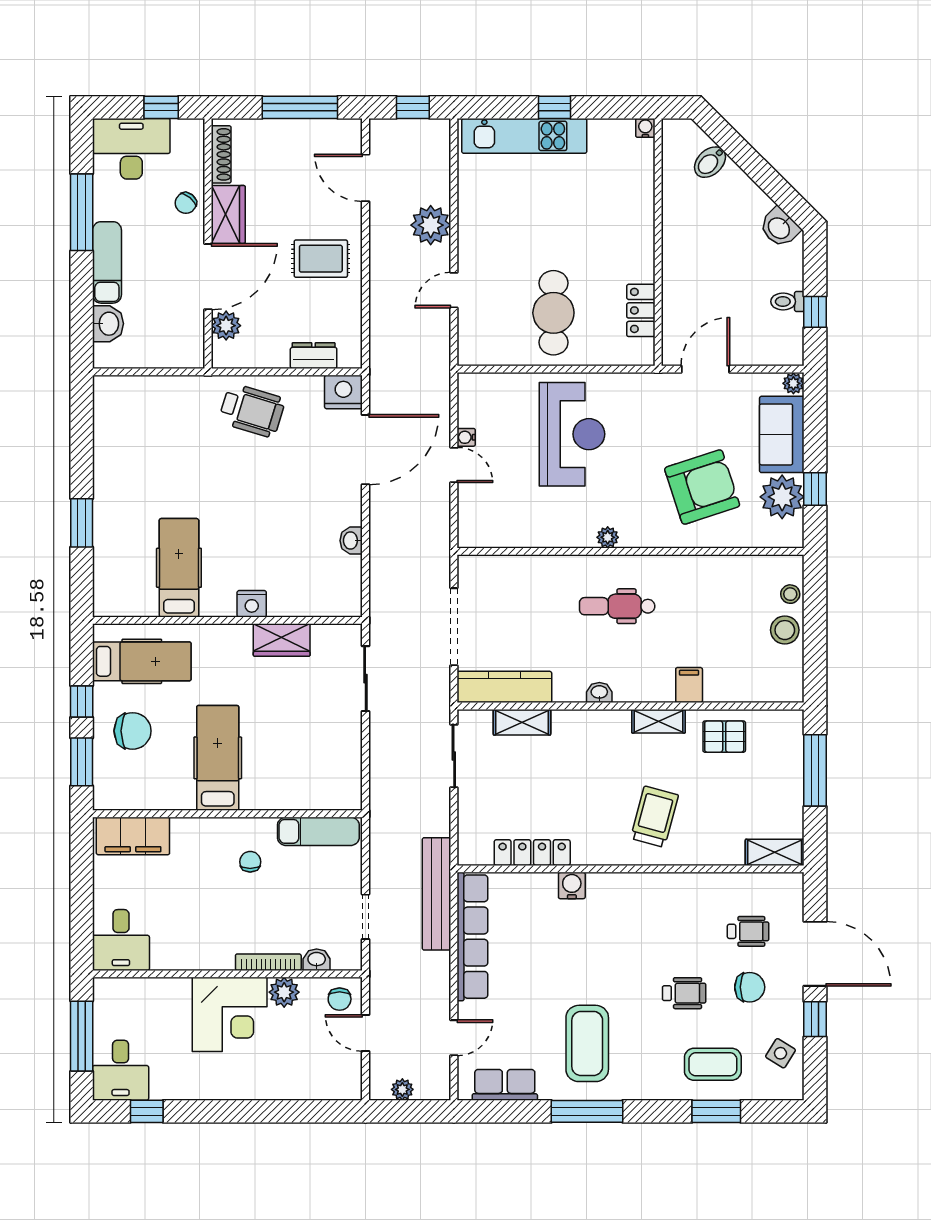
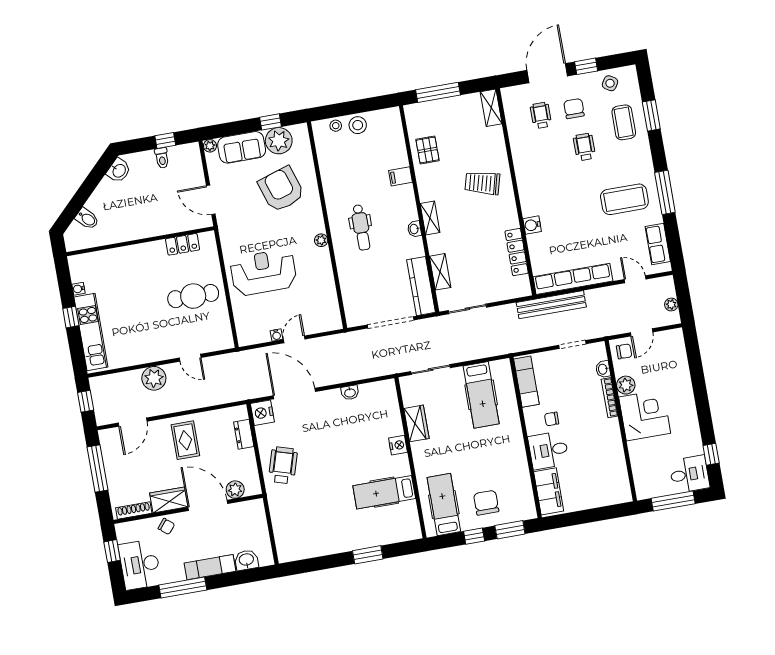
water cooler: (645, 128) -> (78, 289), moved
shelving: (658, 721) -> (430, 218), moved
hospital bed: (218, 758) -> (481, 395), moved, turned -90
desk: (121, 940) -> (549, 450), moved, turned 180

